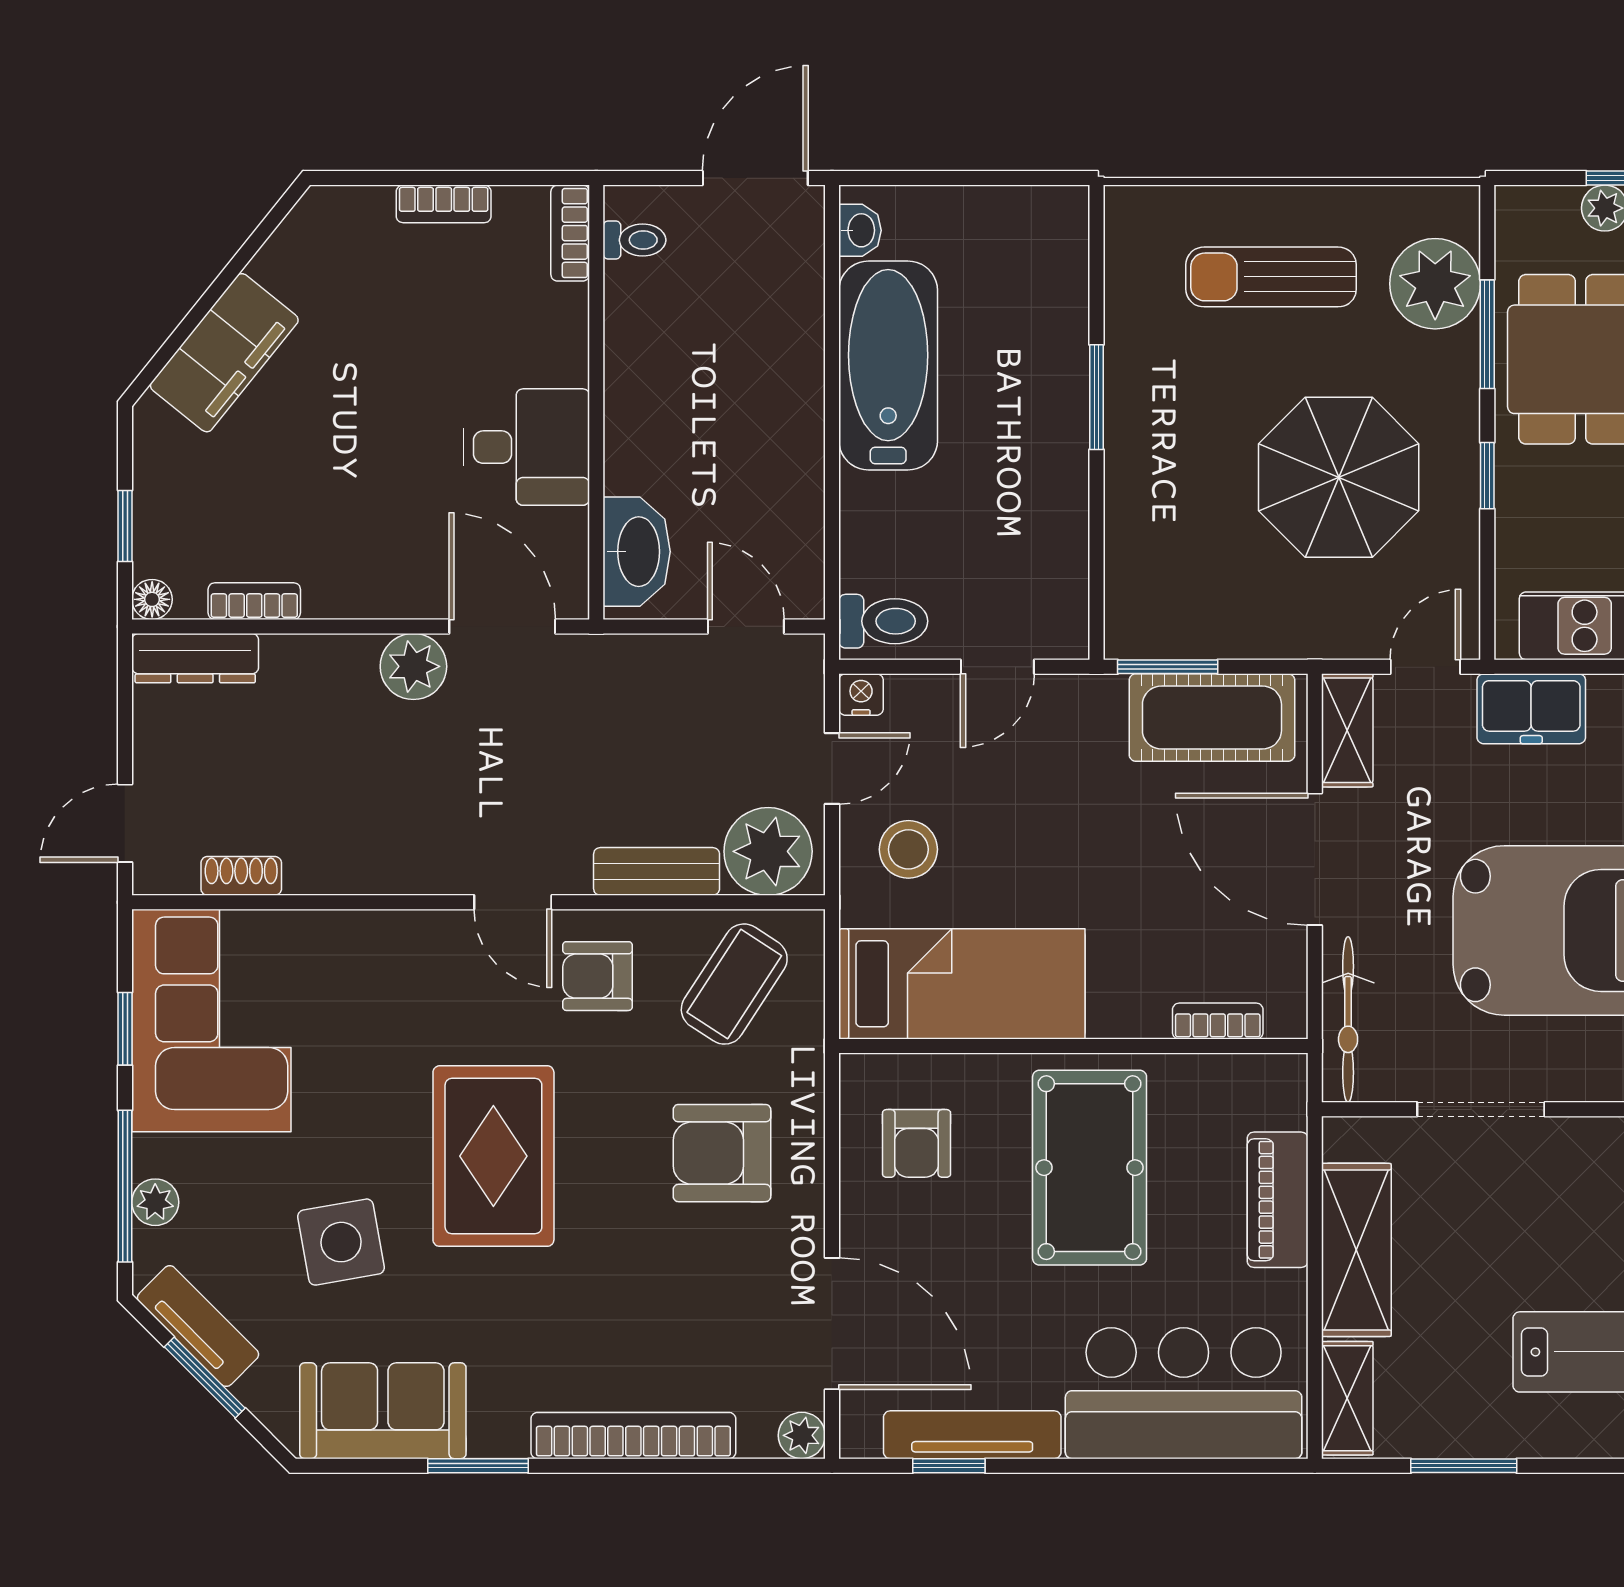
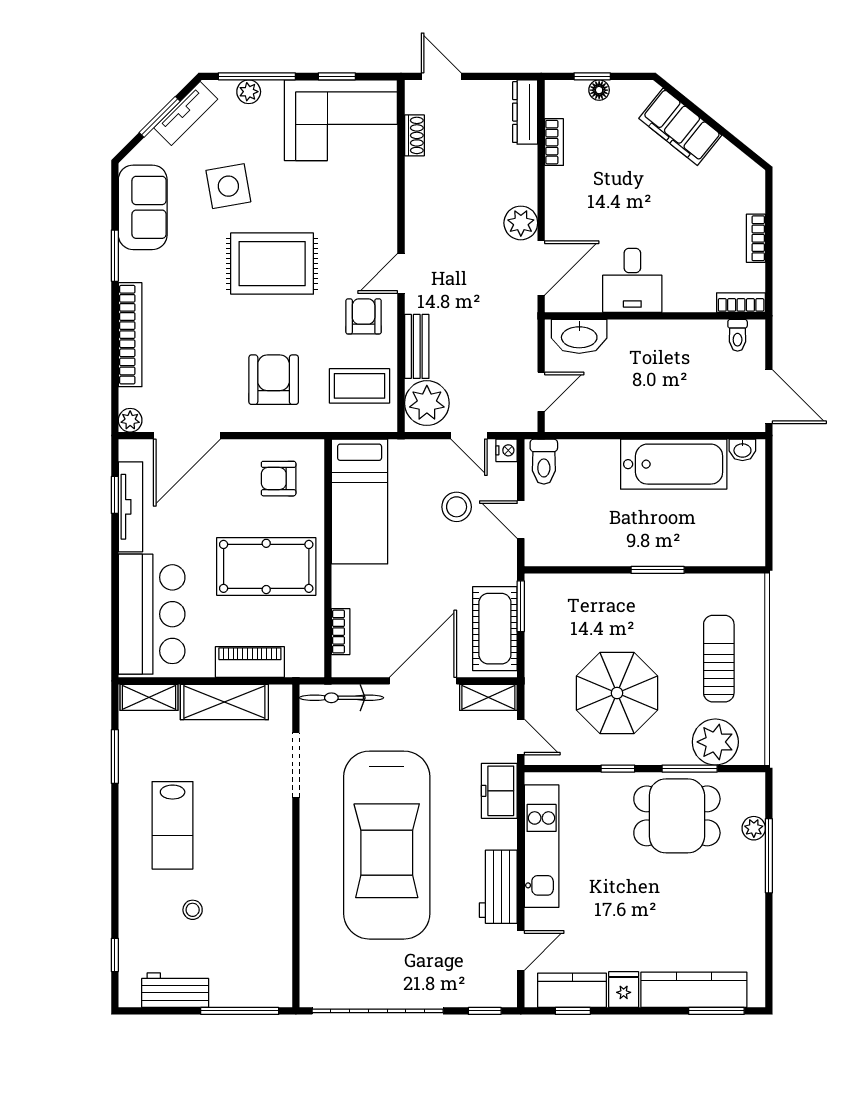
floor lamp: (152, 599) -> (599, 90), moved
stool: (908, 849) -> (457, 507), moved
coffee table: (734, 984) -> (359, 386), turned -33

